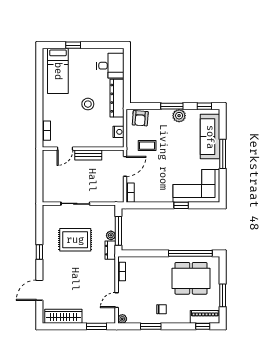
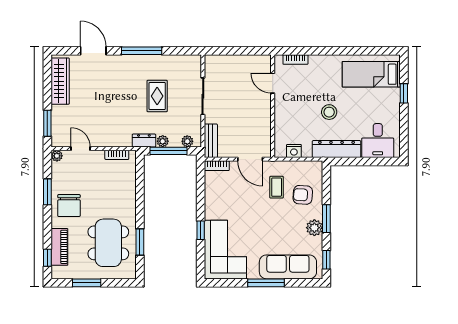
armchair: (140, 118) -> (303, 195), moved
bench: (88, 155) -> (211, 141), moved
plant: (111, 216) -> (187, 141), added
rug: (75, 240) -> (157, 96), width x0.73, depth x0.70
window: (39, 252) -> (142, 51), width x2.17
window: (190, 253) -> (140, 242), width x0.47
chair: (162, 309) -> (69, 205), width x1.87, depth x1.87
piano: (205, 317) -> (59, 247), moved

